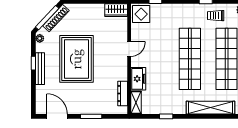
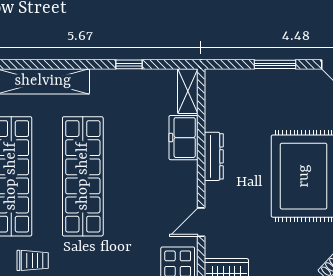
door: (129, 49) -> (201, 222), moved
dresser: (123, 93) -> (214, 156), moved

